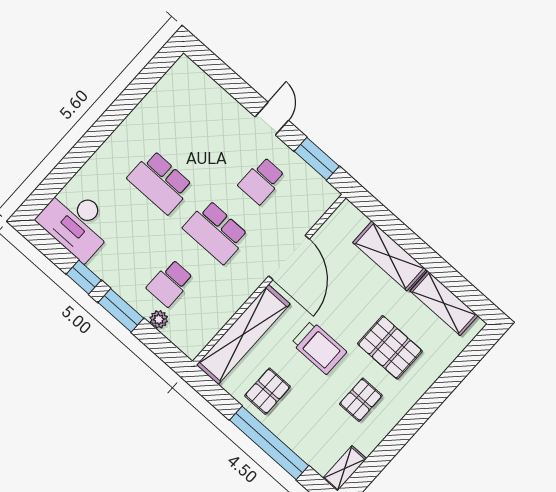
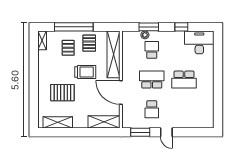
school desk: (262, 181) -> (152, 109), turned 180
school desk: (160, 182) -> (184, 80), turned 180
shelving: (389, 256) -> (104, 122), moved
window: (121, 310) -> (149, 27), moved
trolley: (319, 348) -> (85, 72), turned 180
pallet: (361, 400) -> (68, 48), moved

